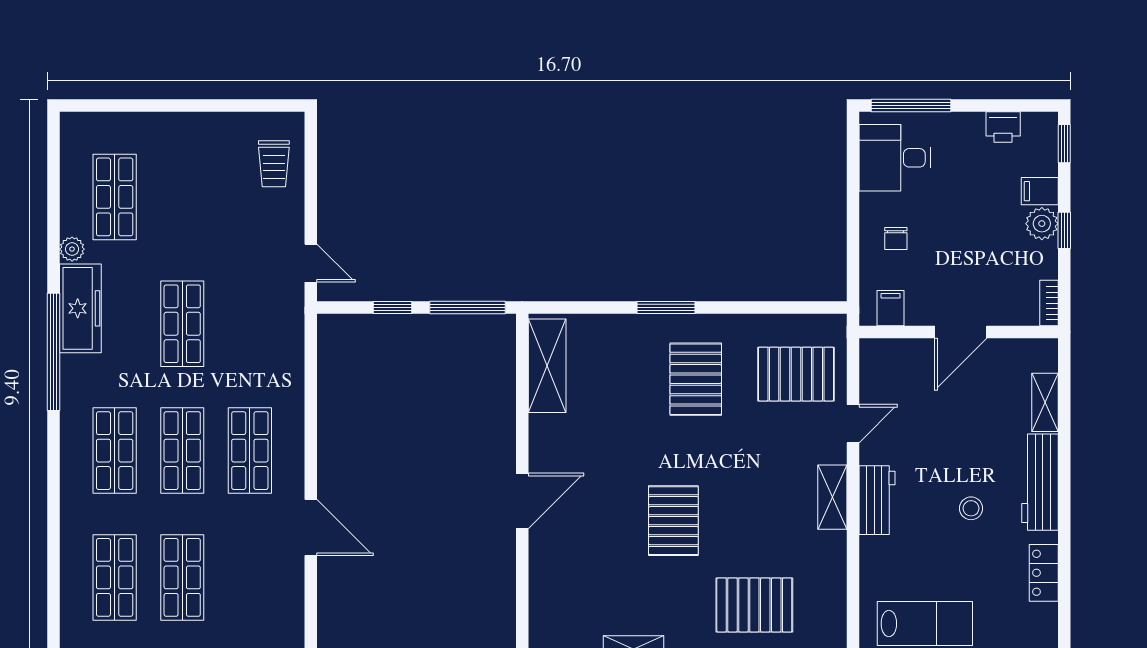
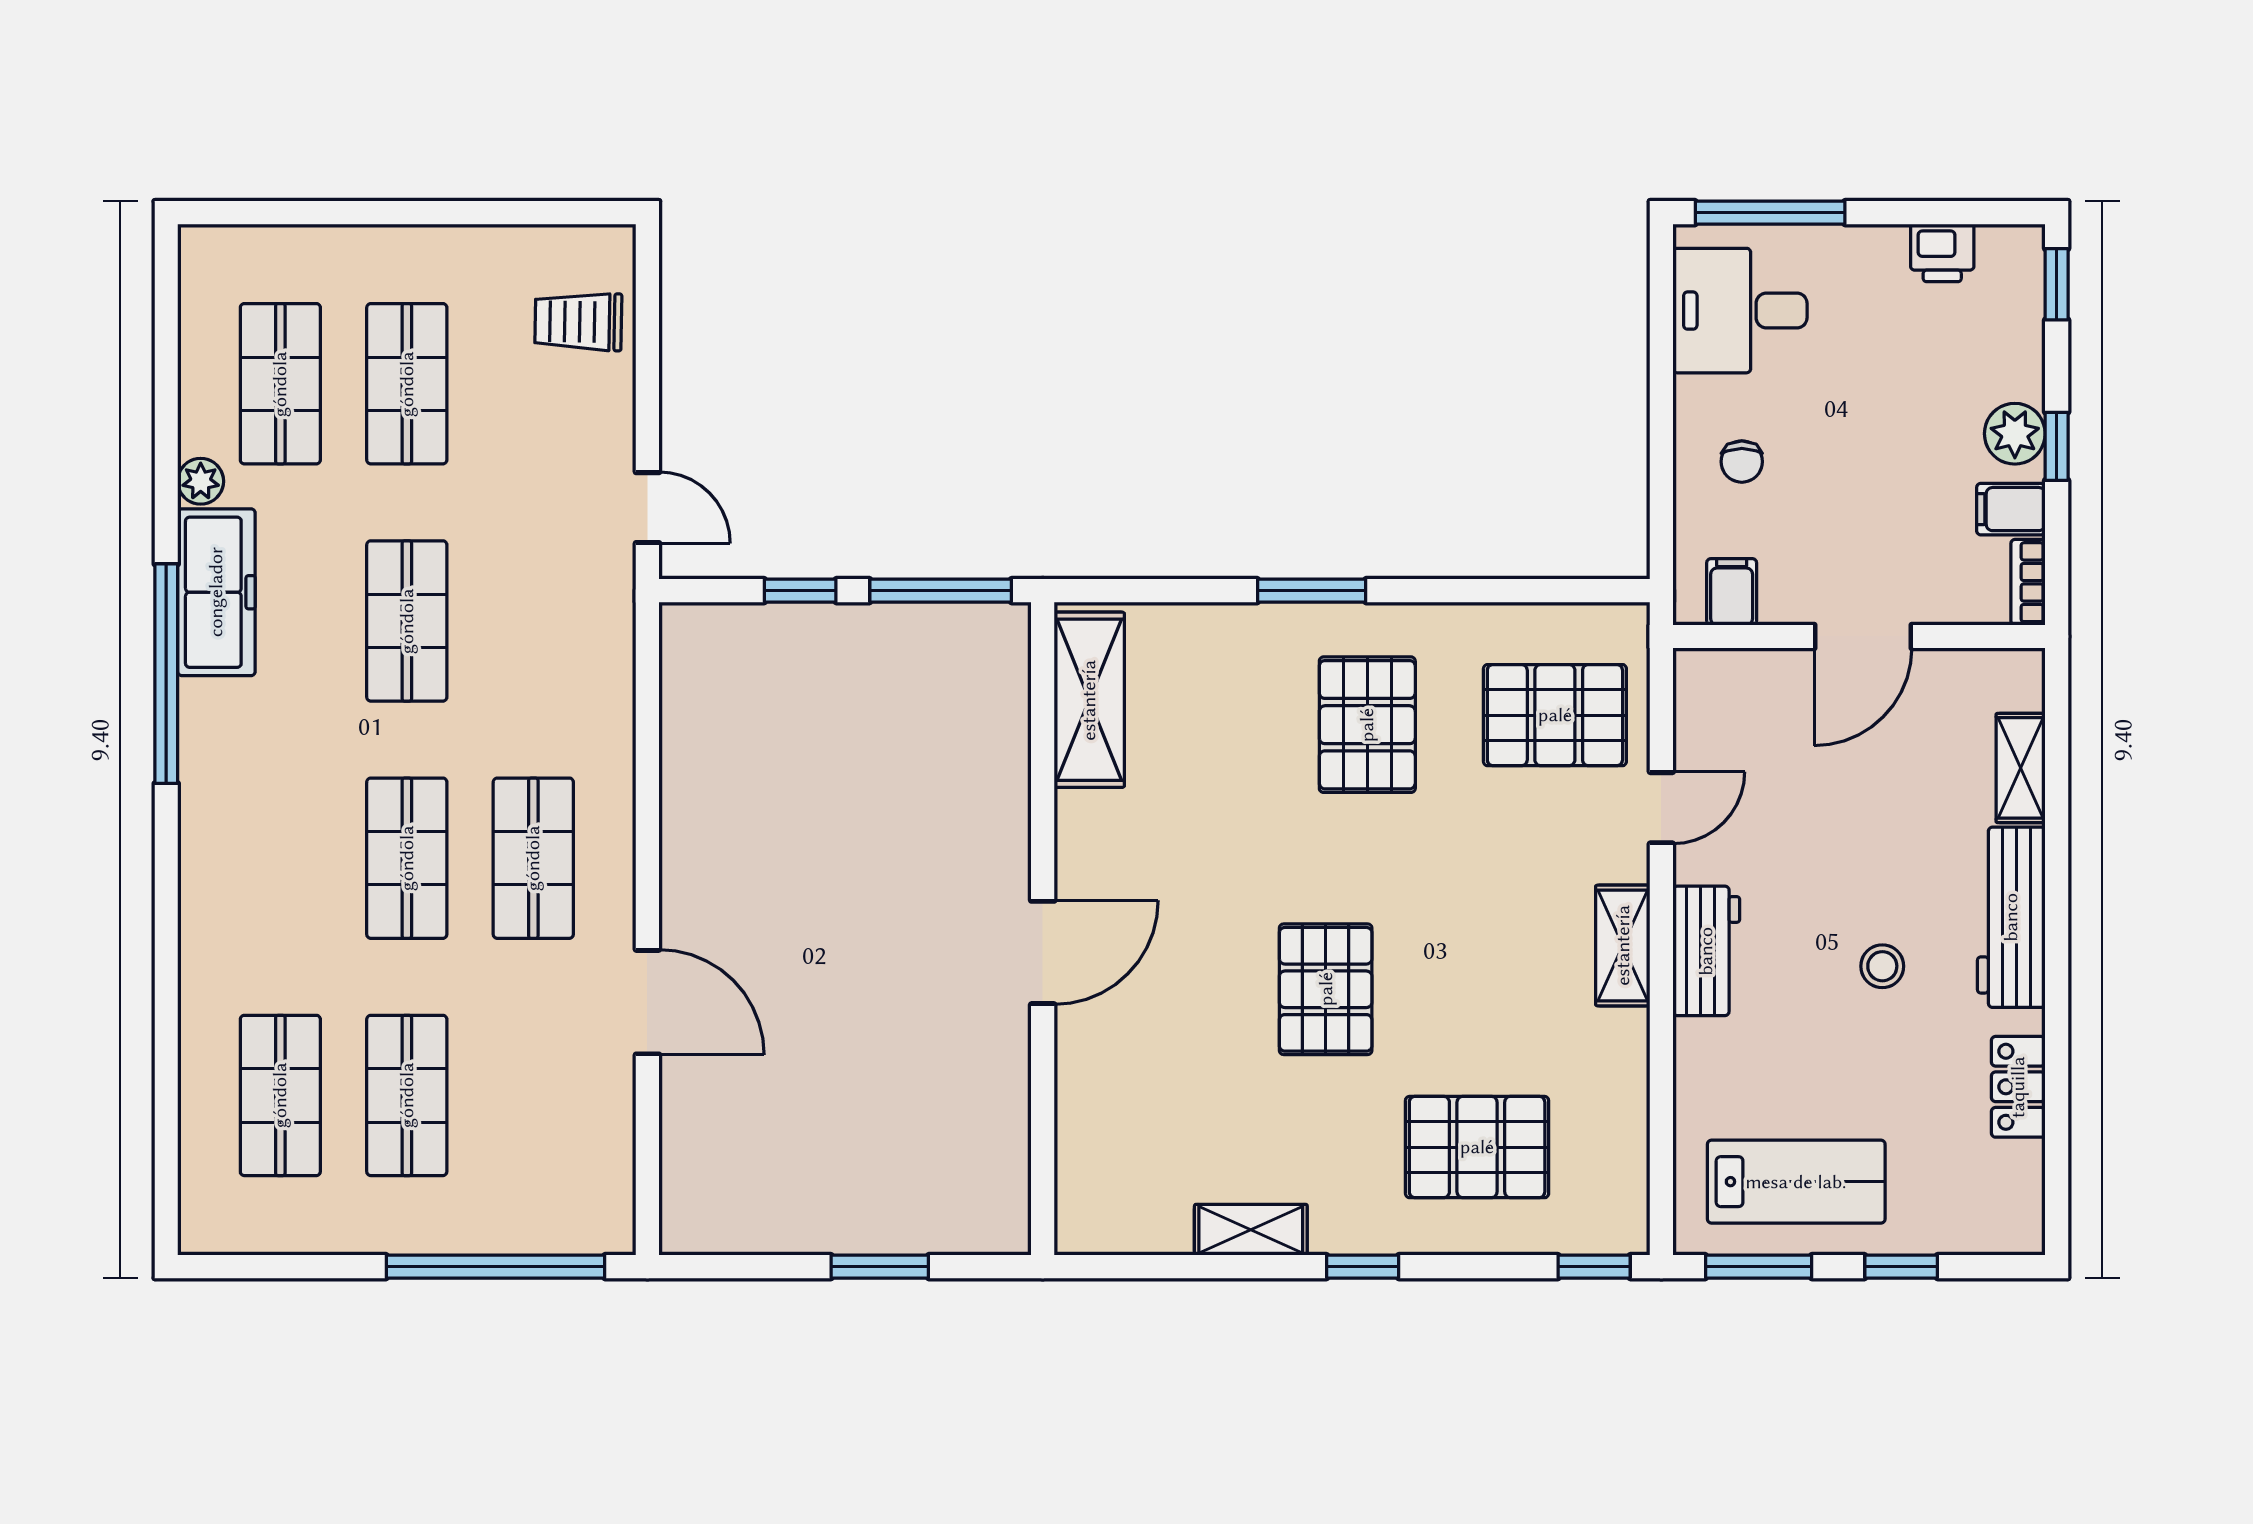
trolley: (274, 164) -> (578, 322), turned 91
filing cabinet: (1040, 191) -> (2011, 509), moved
shop shelf: (115, 451) -> (407, 384), moved

